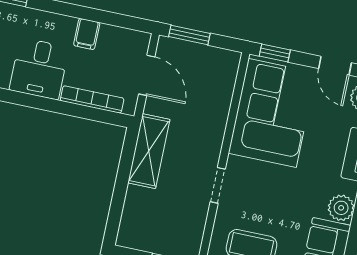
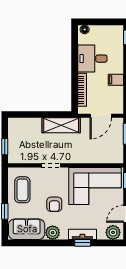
armchair: (290, 194) -> (54, 204), added

